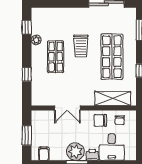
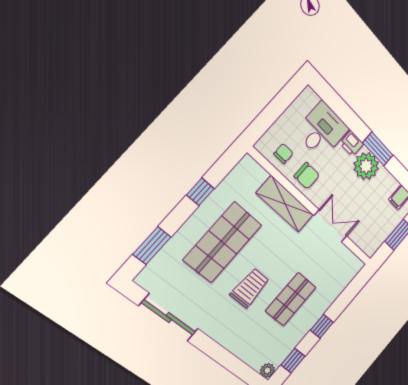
plant: (36, 40) -> (267, 370), moved
window: (27, 74) -> (322, 326), moved
shelving: (113, 99) -> (285, 204), moved

